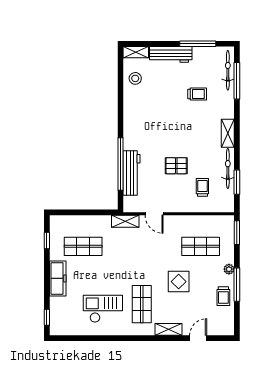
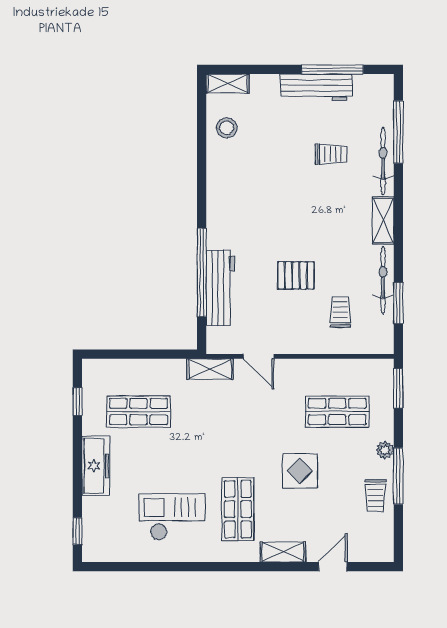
workbench: (171, 54) -> (316, 87), moved
bicycle: (228, 70) -> (383, 161), moved

